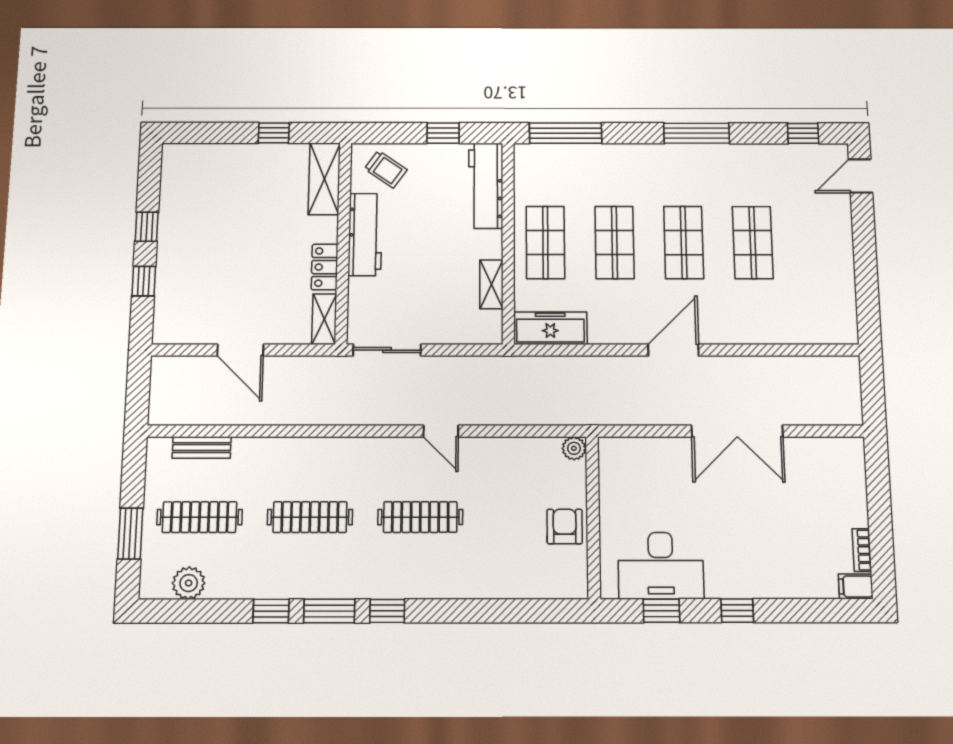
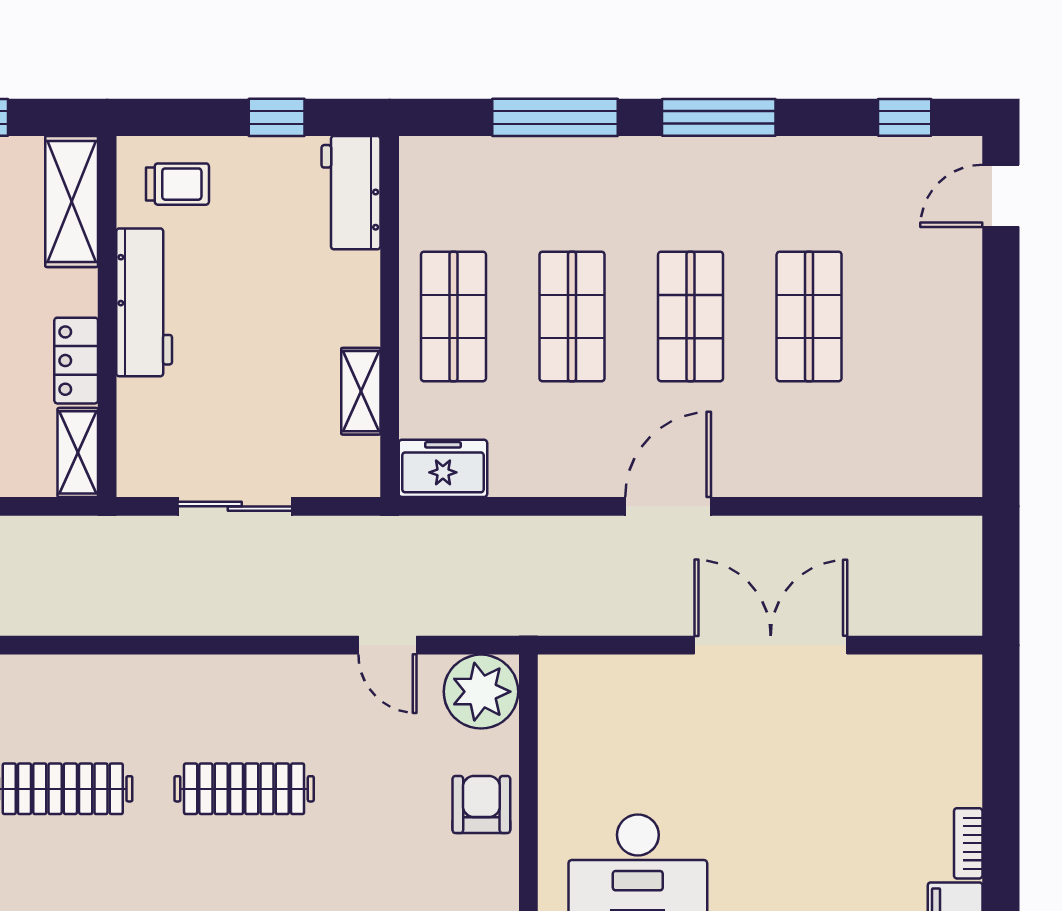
window: (566, 133) -> (555, 117), moved
trolley: (386, 169) -> (177, 184), turned -35
workbench: (486, 186) -> (351, 193), width x0.73
freezer: (550, 328) -> (443, 468), width x0.71
sliding door: (387, 350) -> (235, 506), moved
door: (441, 431) -> (388, 645), moved
double door: (737, 431) -> (771, 645), swing flipped
plant: (574, 448) -> (481, 692), width x1.88, depth x1.88

